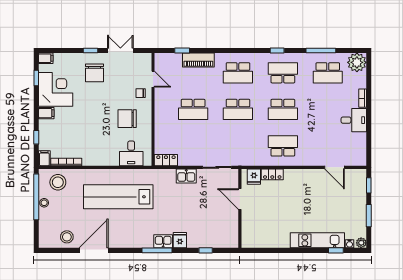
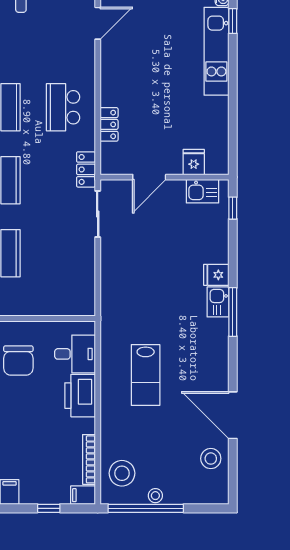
printer: (106, 157) -> (80, 396), added
locker: (166, 160) -> (86, 169), moved
kitchen sink: (186, 176) -> (203, 191), moved, turned 90
fridge: (254, 177) -> (194, 162), moved, turned -90
lab bench: (118, 197) -> (146, 375), width x0.54, depth x0.72
window: (206, 250) -> (233, 208), moved

